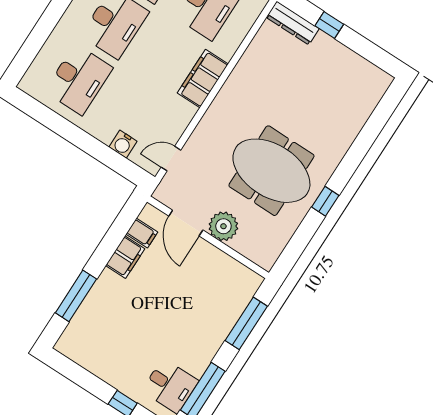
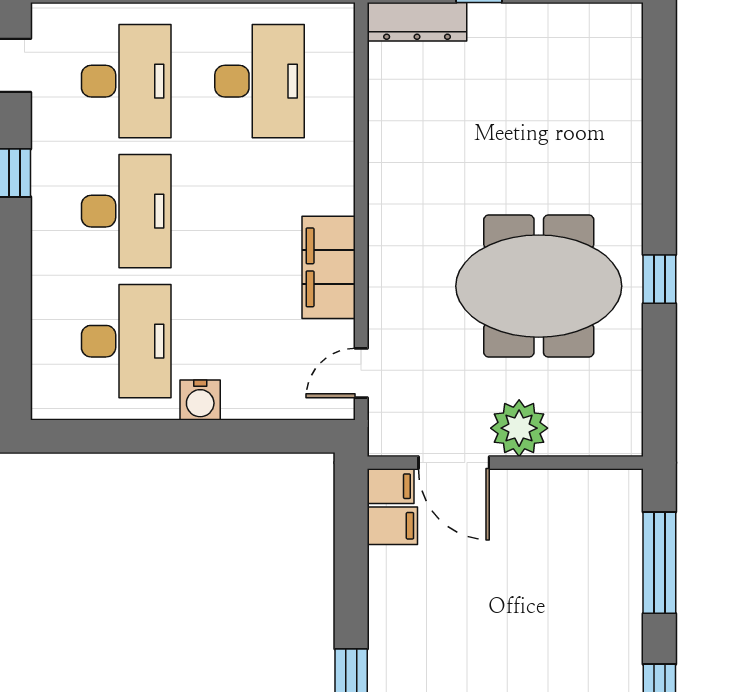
filing cabinet: (203, 79) -> (329, 267), moved
water cooler: (123, 144) -> (200, 400), moved
filing cabinet: (125, 257) -> (391, 486), moved, width x0.50

